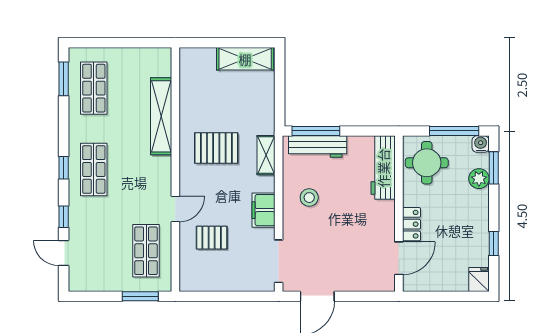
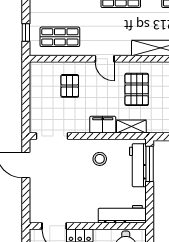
door: (175, 209) -> (105, 59), moved
filing cabinet: (263, 210) -> (103, 125), moved
window: (140, 296) -> (26, 33), width x0.67

